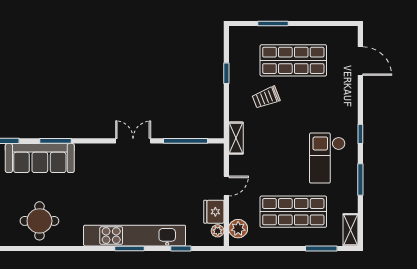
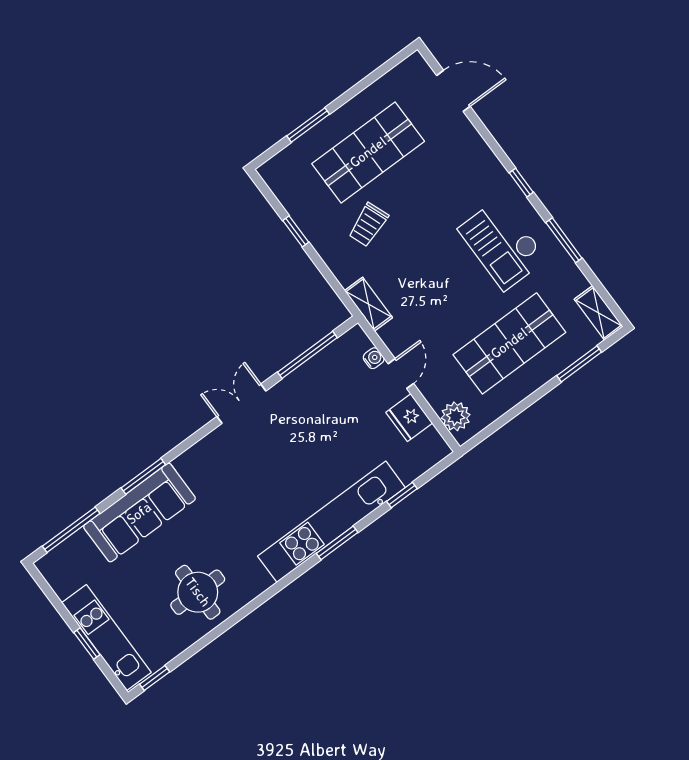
water cooler: (218, 168) -> (374, 358), added
plant: (218, 231) -> (432, 438), removed

